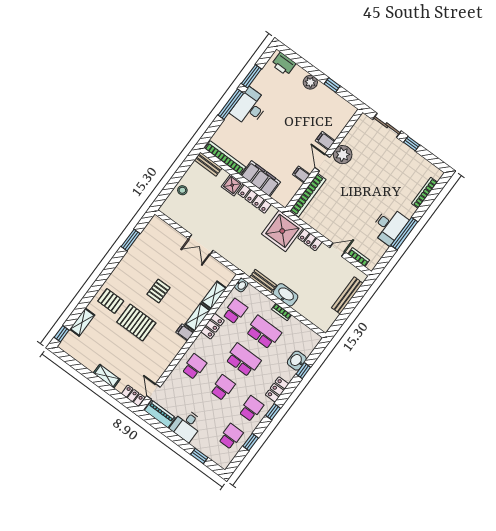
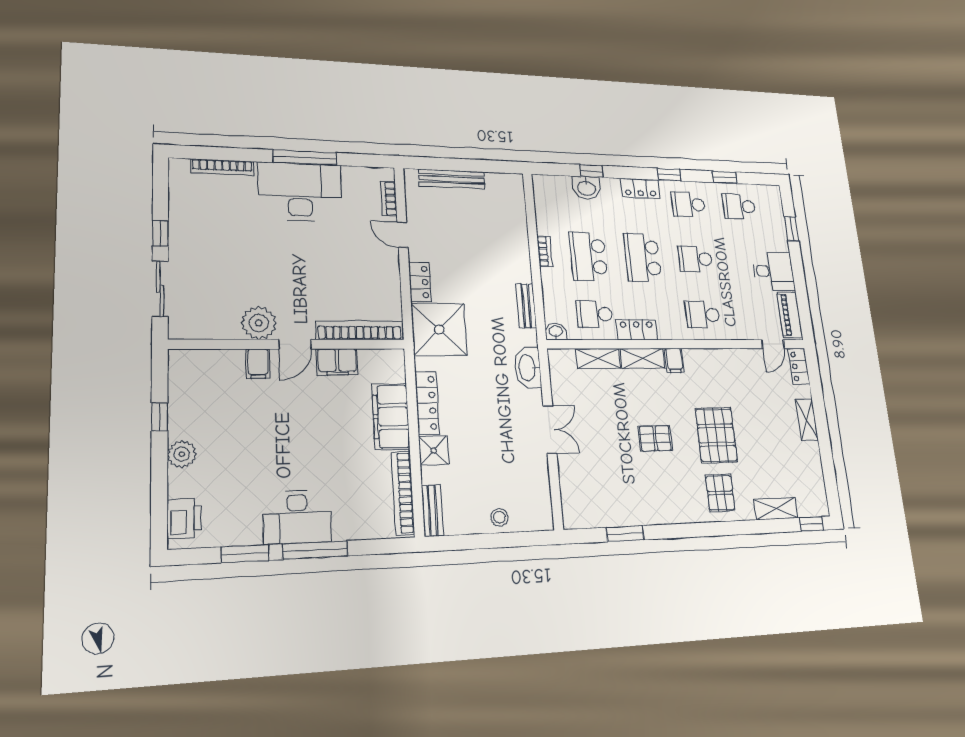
filing cabinet: (301, 174) -> (337, 362), width x2.00
desk: (389, 226) -> (300, 192), width x1.36, depth x1.30
washbasin: (286, 295) -> (528, 368), moved

